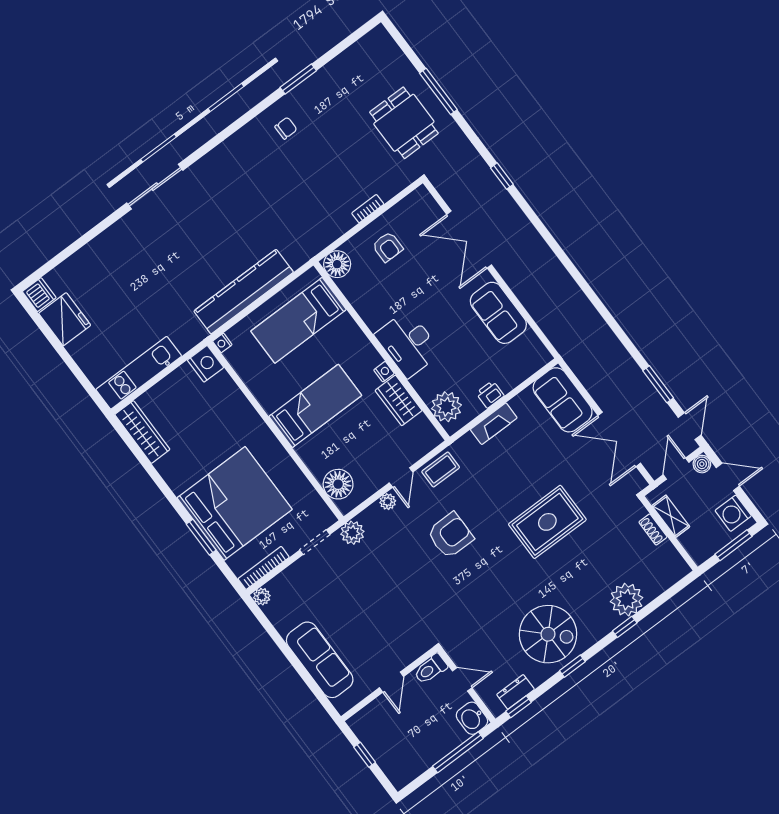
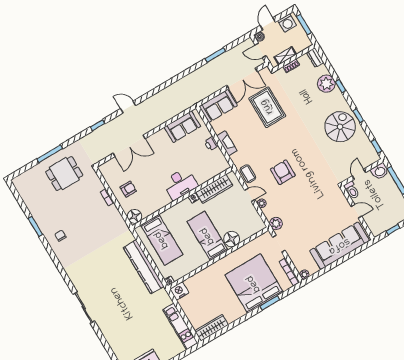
sofa: (498, 313) -> (182, 127), moved
wardrobe: (399, 400) -> (214, 189), width x1.50
plant: (446, 407) -> (215, 167), removed
door: (690, 426) -> (128, 107), moved
floor lamp: (338, 484) -> (232, 239), moved
rug: (547, 522) -> (267, 107), moved
sofa: (320, 660) -> (339, 246), width x1.36, depth x1.27
dresser: (516, 692) -> (315, 58), moved

